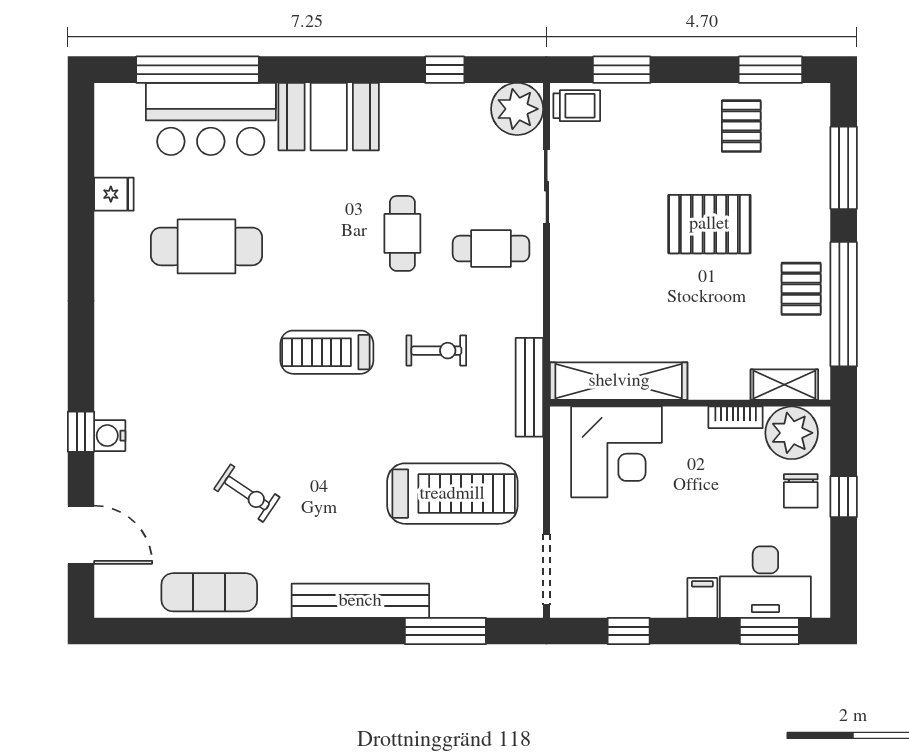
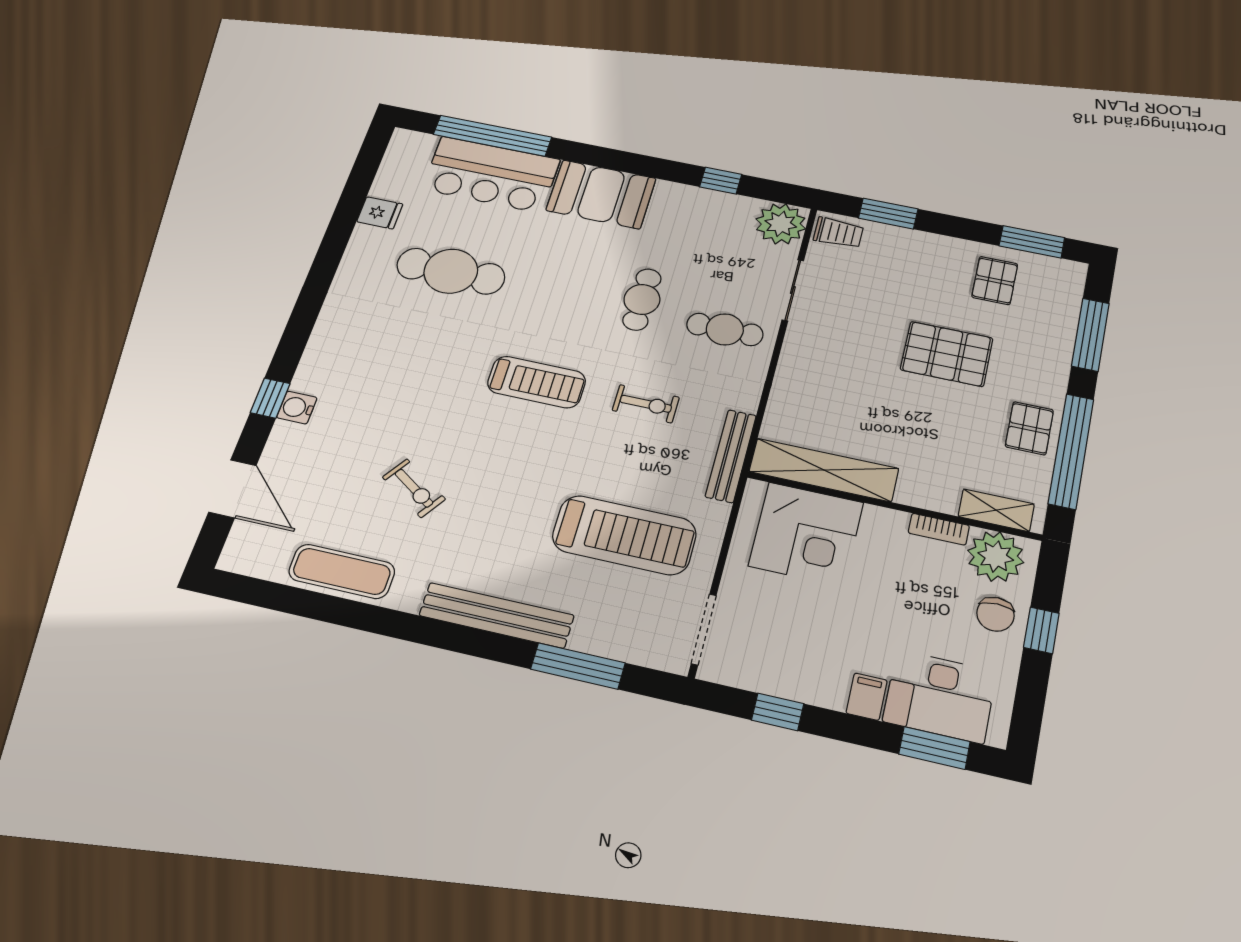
treadmill: (327, 352) -> (537, 382), turned 180

